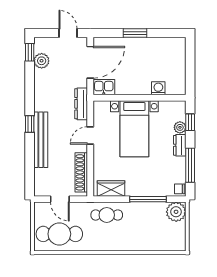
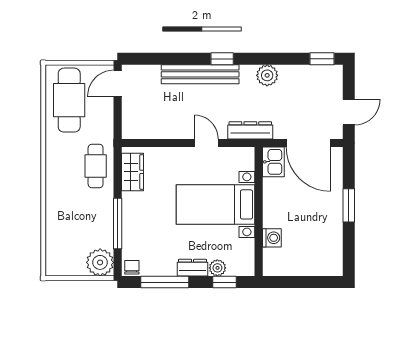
plant: (42, 61) -> (267, 75), moved
shoe rack: (81, 172) -> (155, 131), removed
door: (60, 199) -> (118, 83), moved

